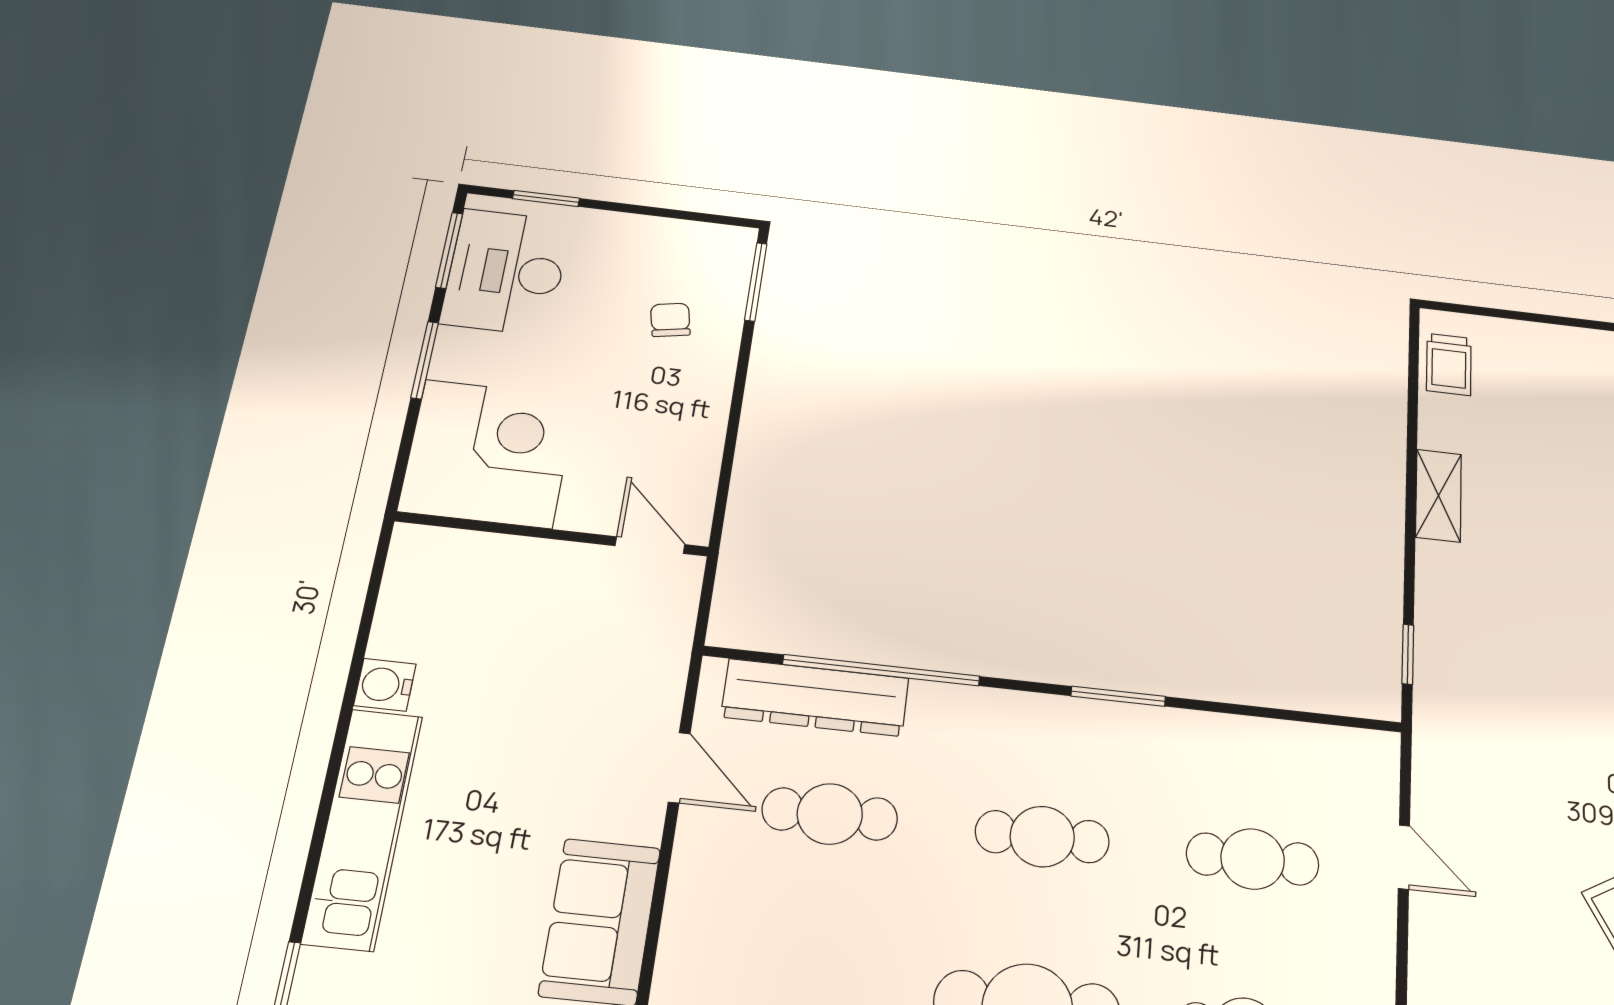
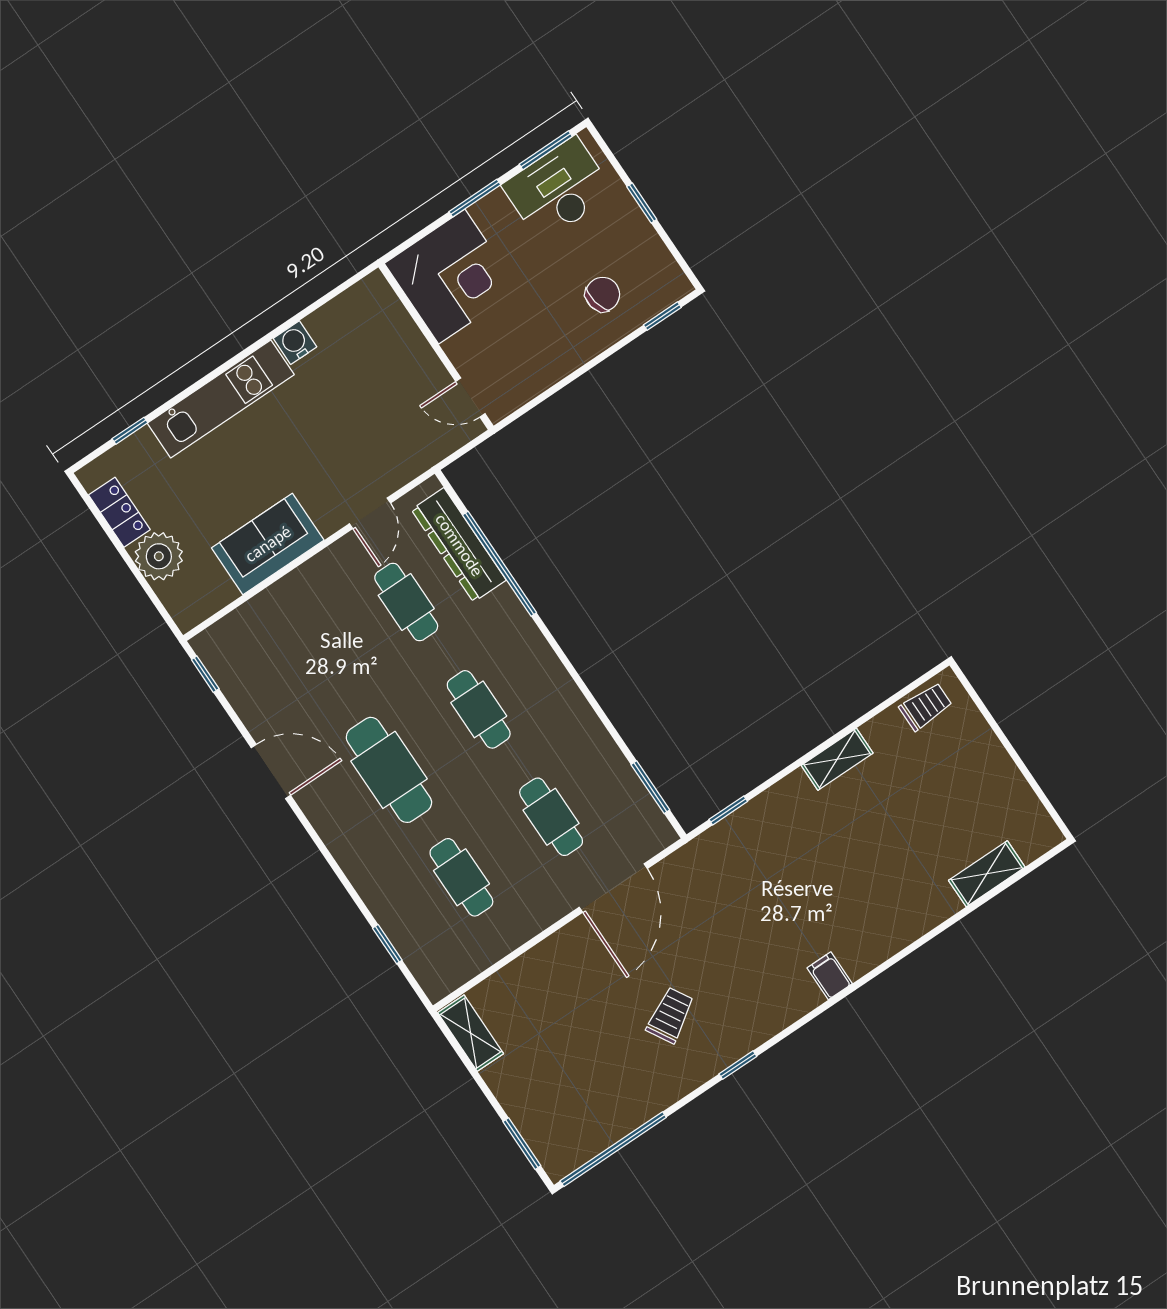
window: (546, 198) -> (642, 203), moved
window: (756, 282) -> (662, 316), width x0.67
chair: (670, 320) -> (603, 294), width x1.37, depth x1.37
trolley: (1449, 364) -> (926, 707), turned 180
door: (650, 545) -> (470, 398), swing flipped
window: (1118, 696) -> (650, 787), moved
door: (1404, 857) -> (613, 888), width x1.88

